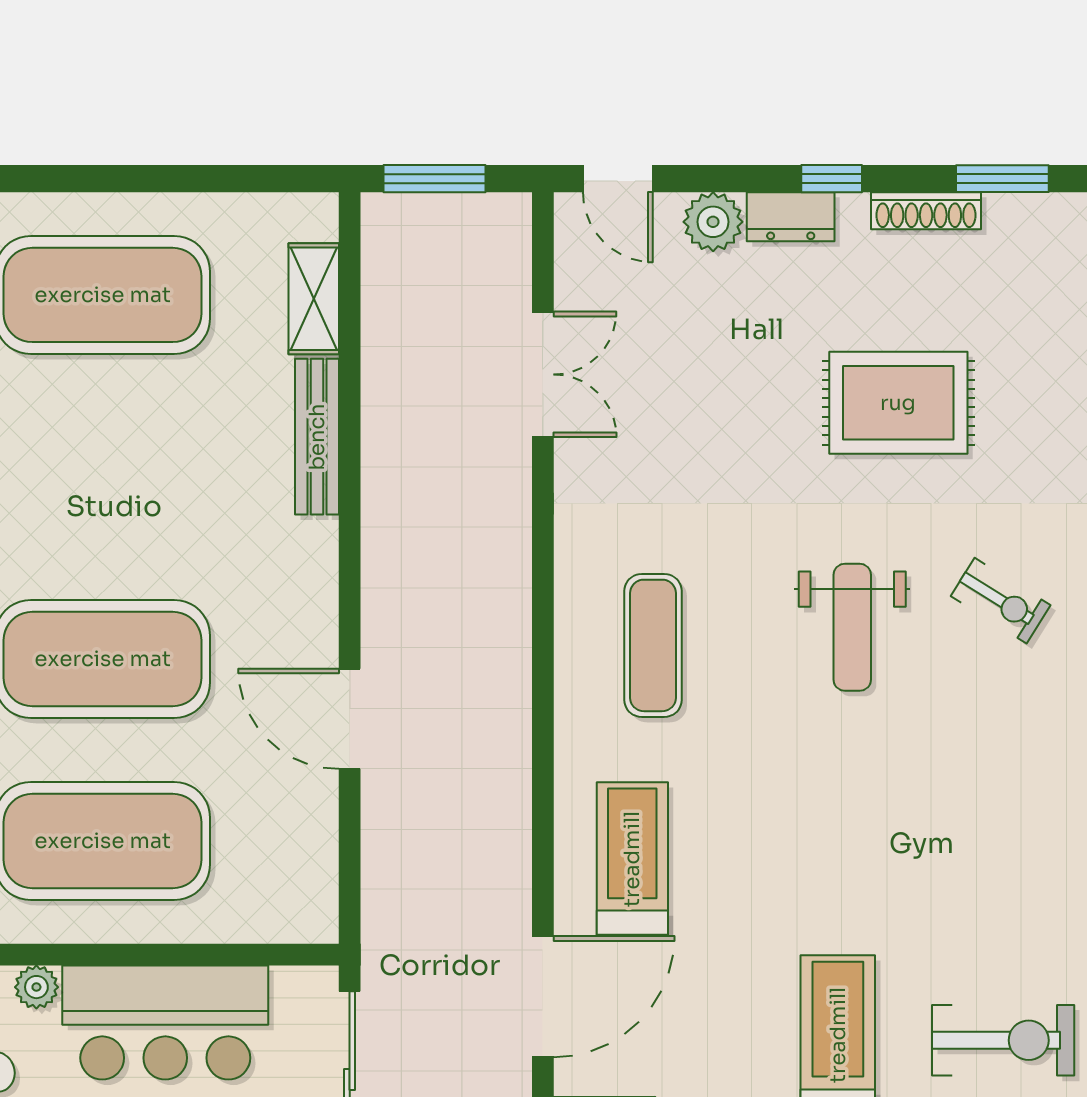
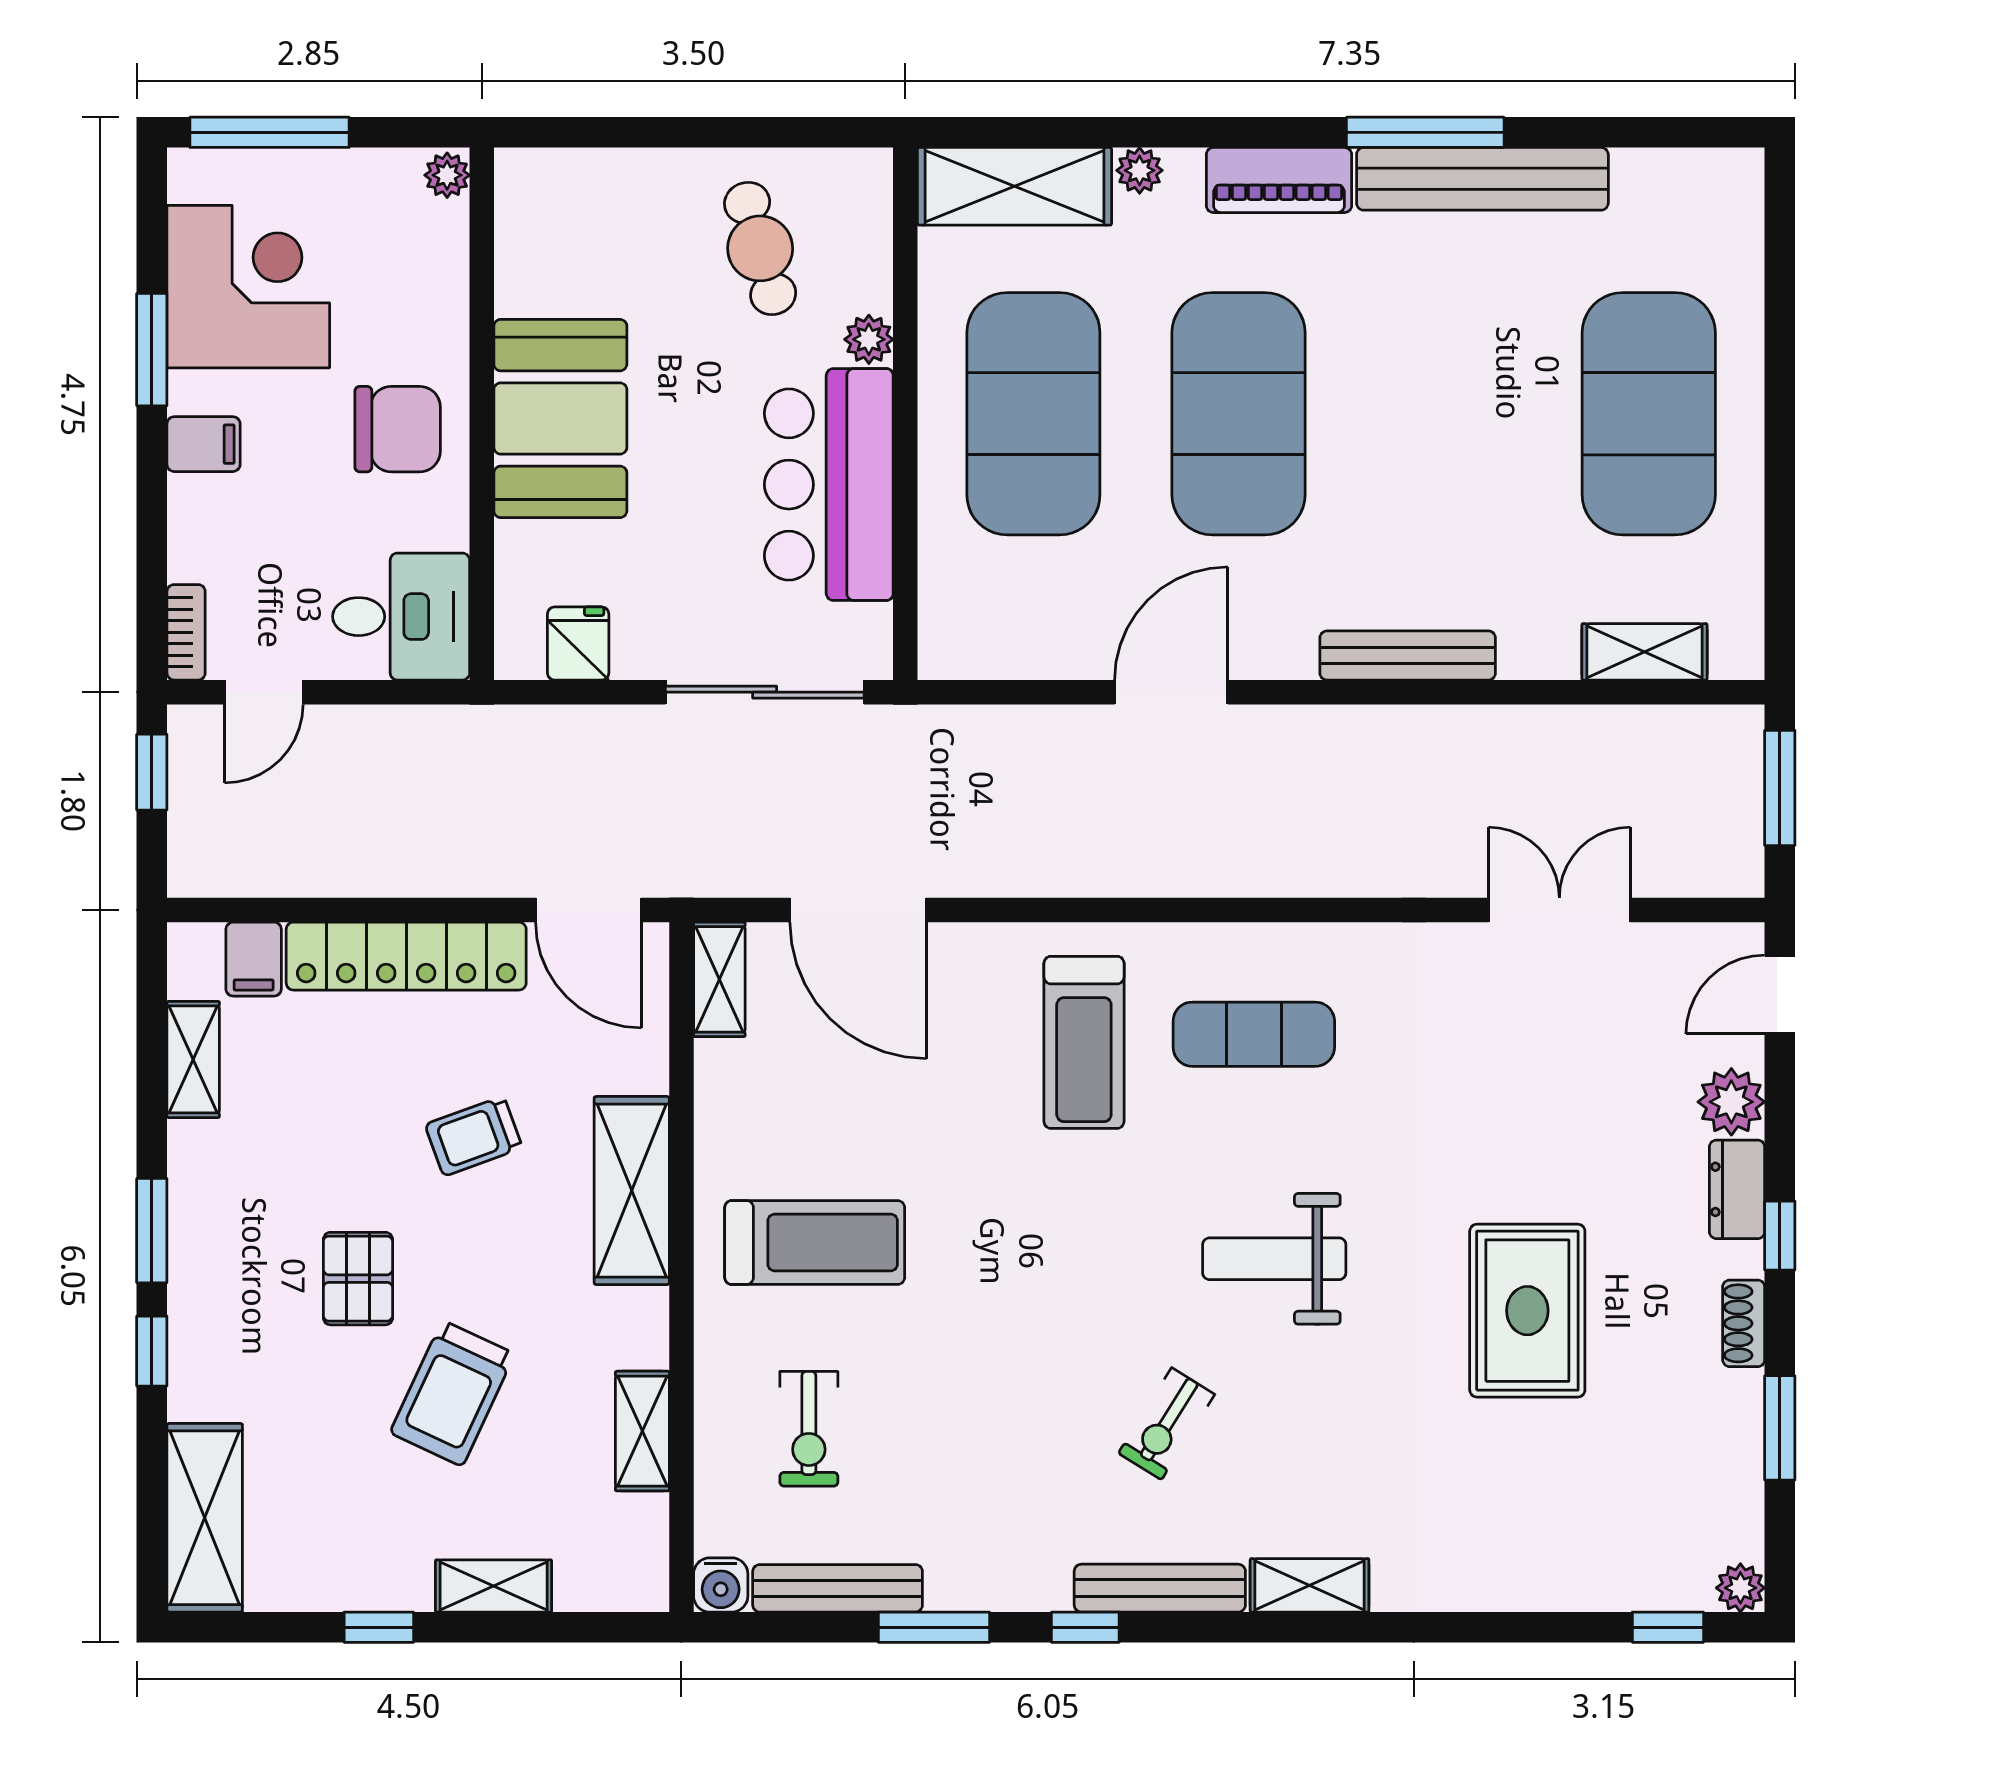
shoe rack: (926, 211) -> (1744, 1323), width x0.70
double door: (543, 374) -> (1559, 910), swing flipped
bench: (317, 437) -> (1408, 655), moved
exercise bike: (1001, 601) -> (1166, 1424), moved
treadmill: (632, 859) -> (1084, 1042), moved, turned 90
exercise bike: (1003, 1040) -> (809, 1429), width x0.73, depth x0.72

